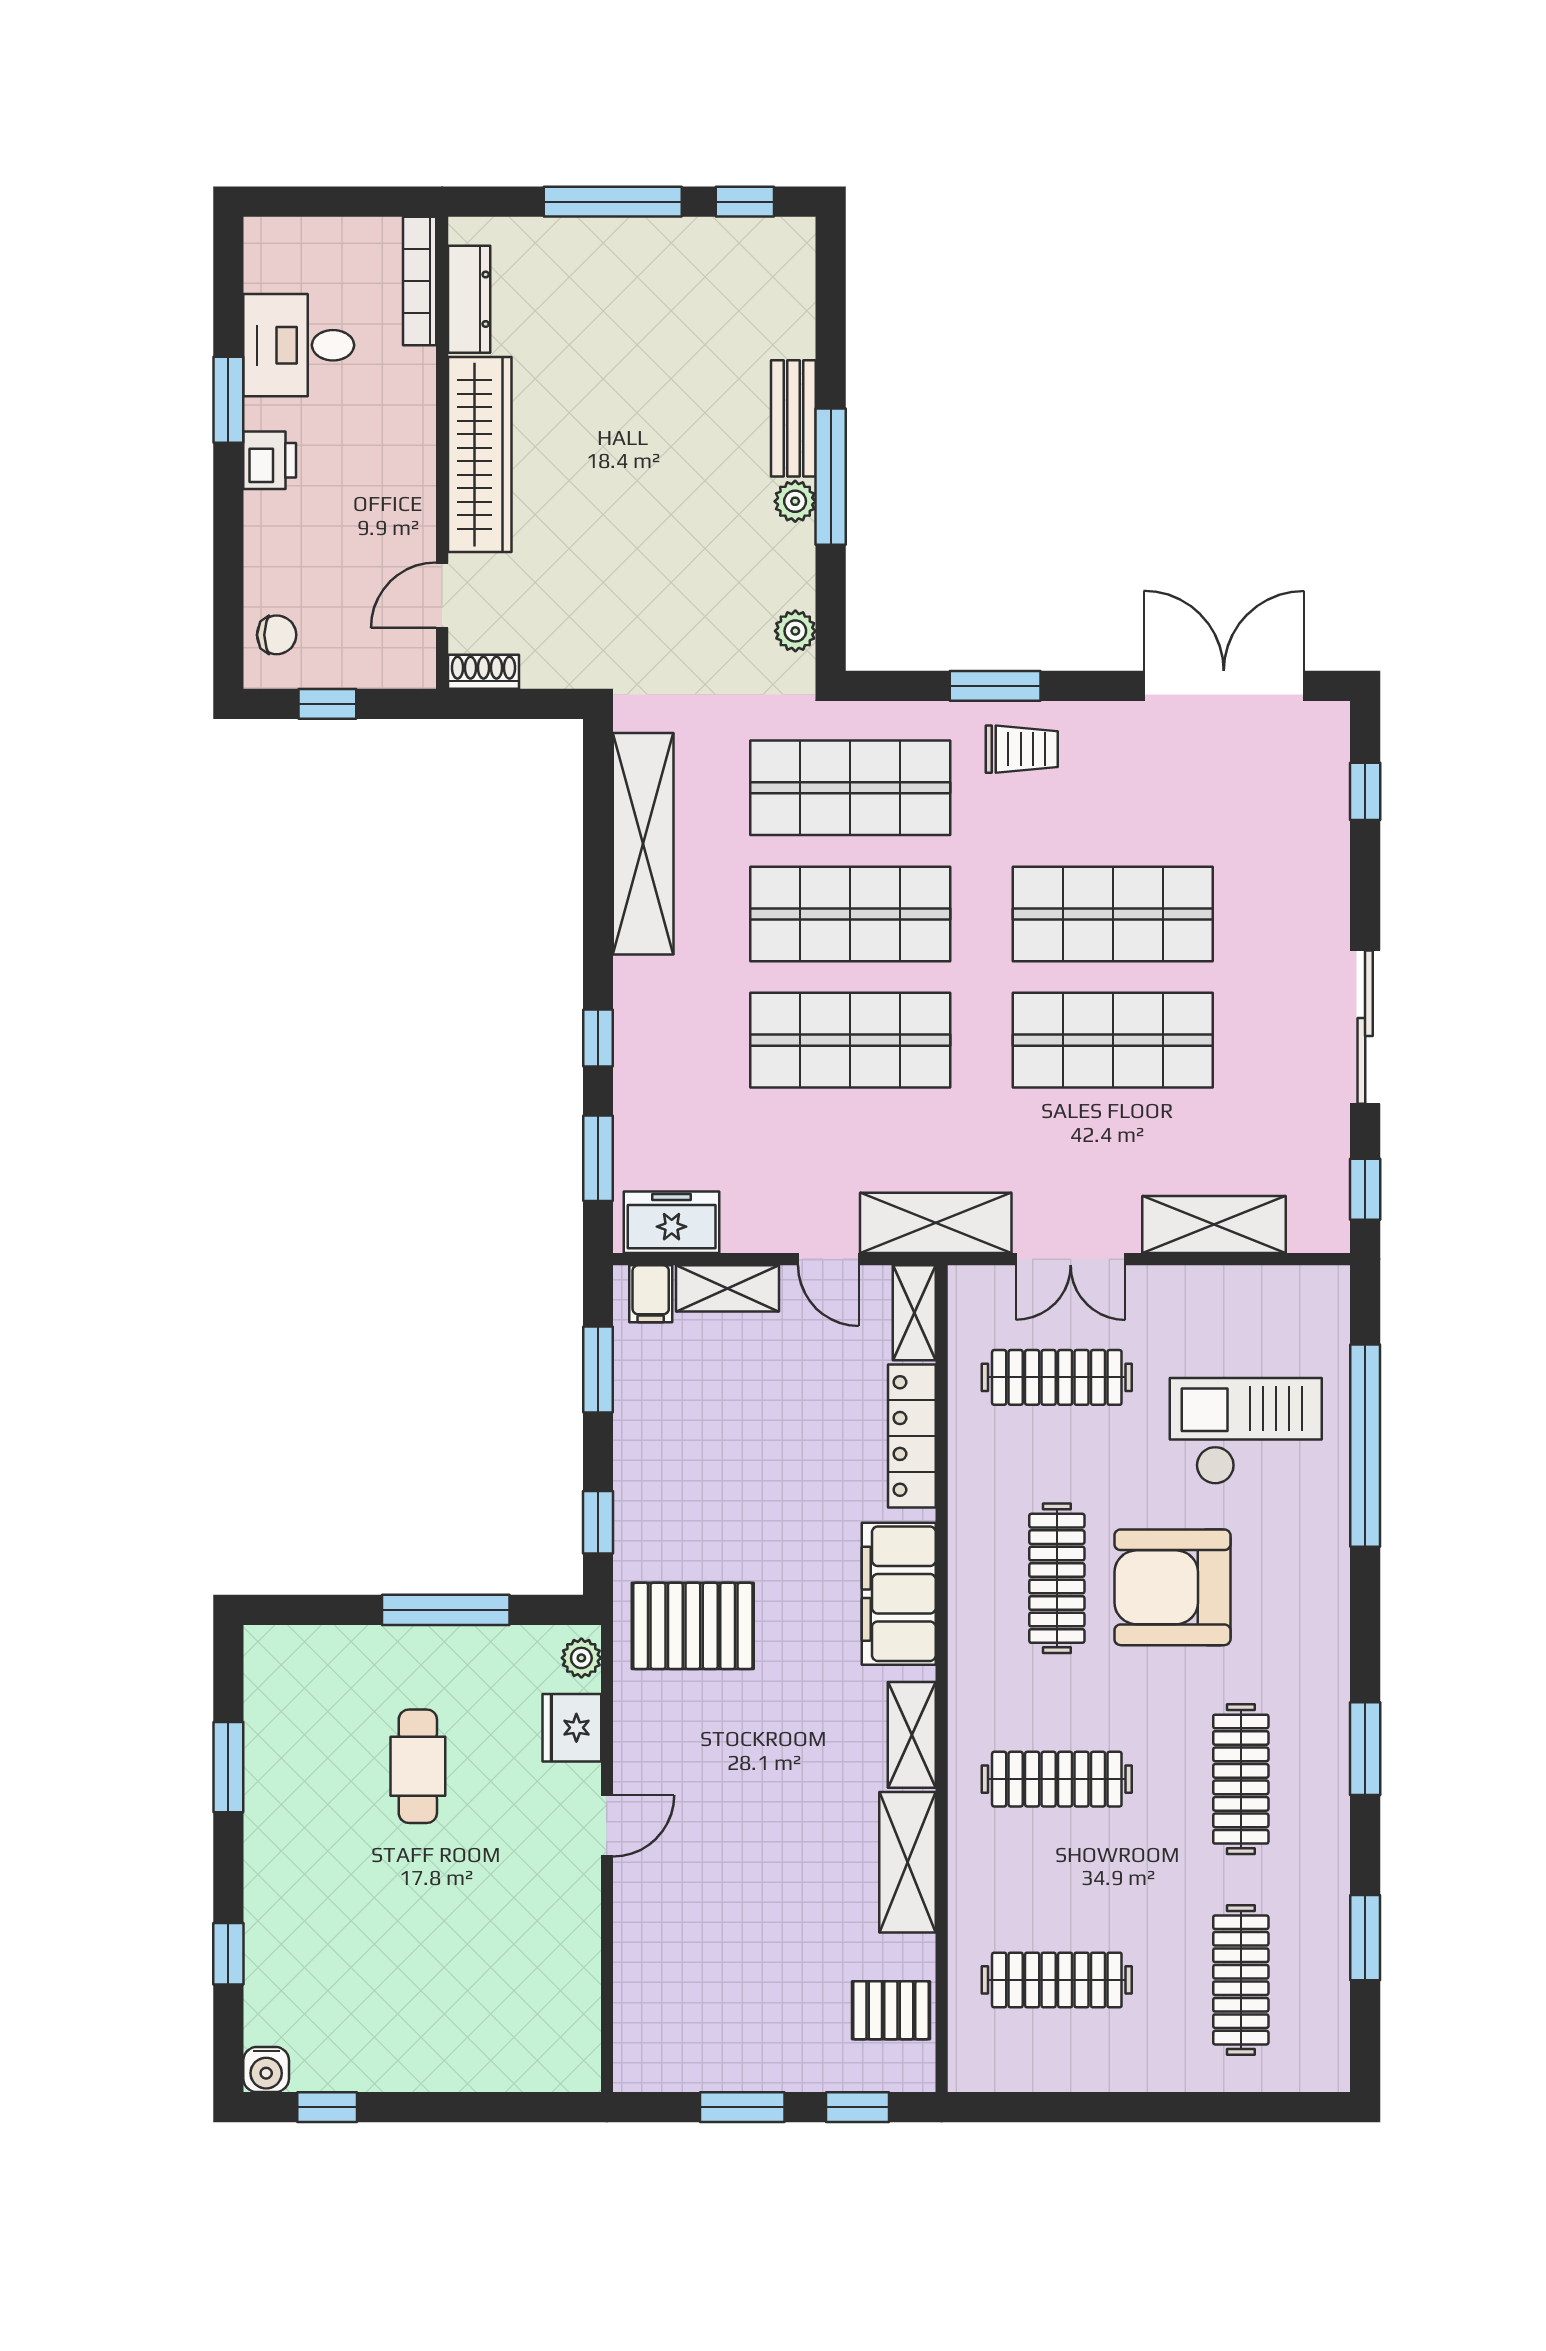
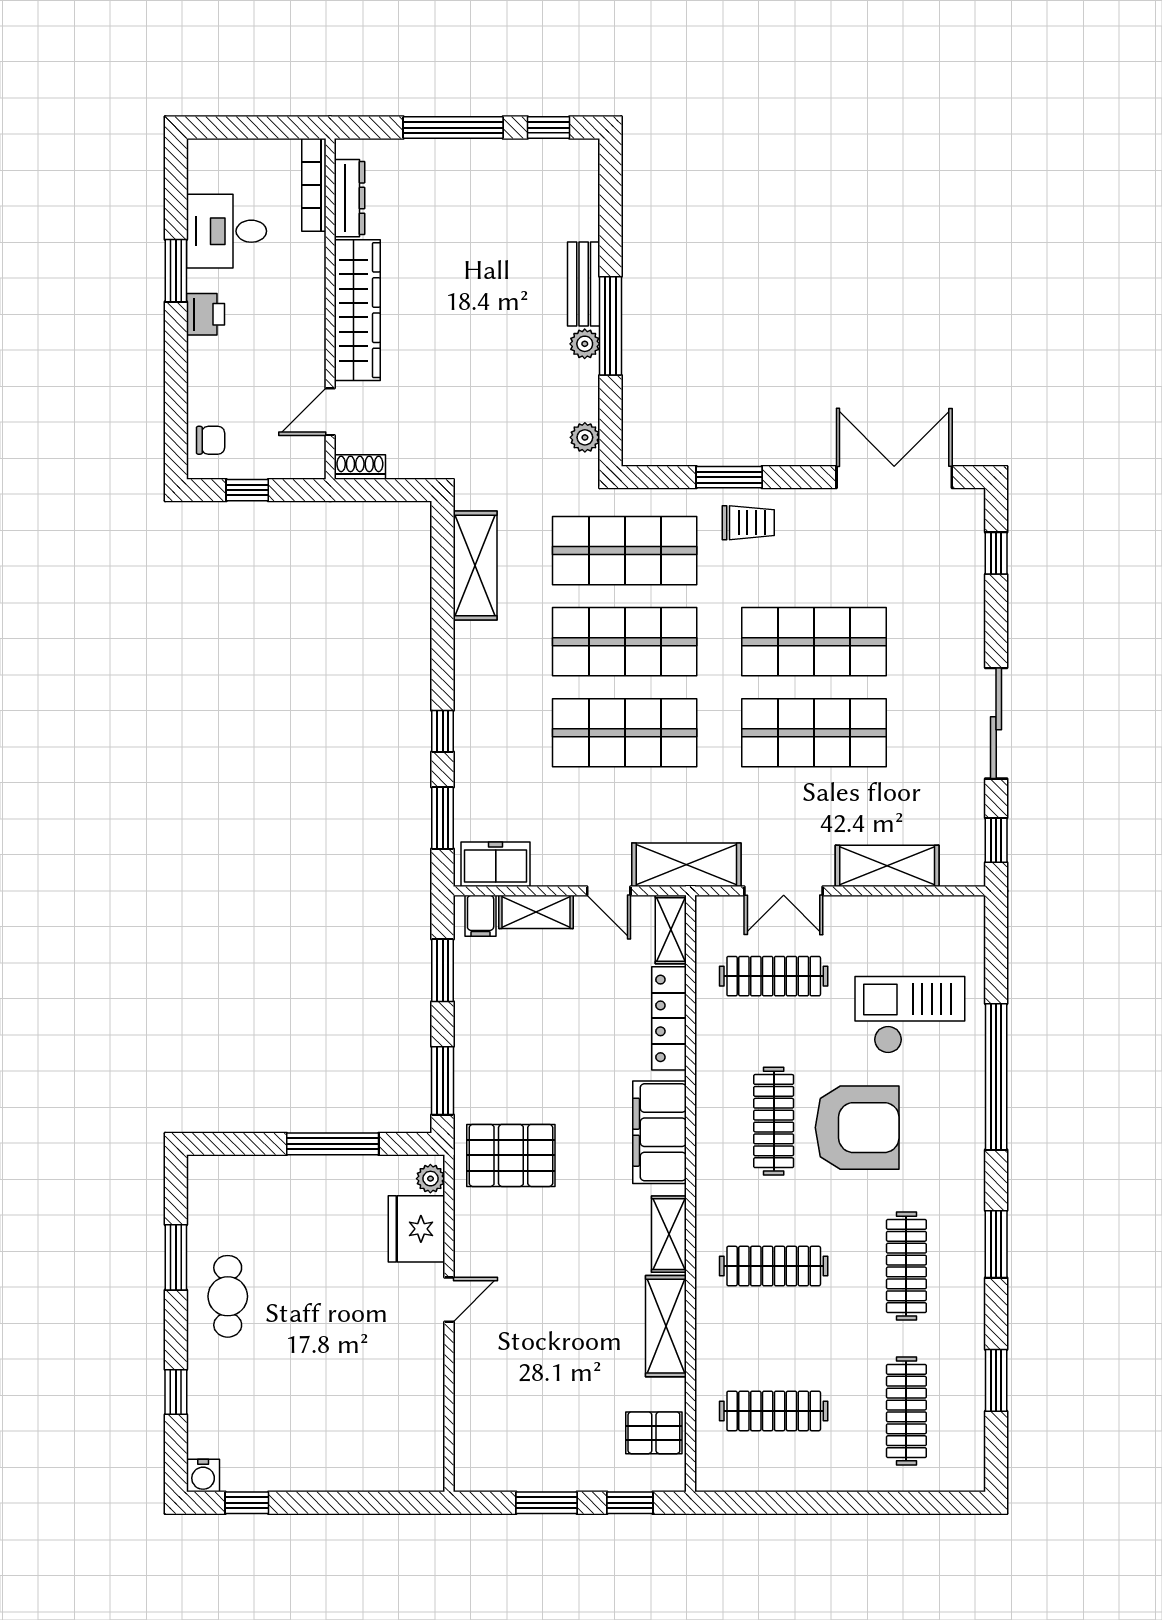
shelving: (643, 844) -> (475, 566), width x0.68
window: (1365, 1446) -> (996, 1077), moved
window: (598, 1522) -> (443, 1081), width x1.50
armchair: (1172, 1587) -> (857, 1128), turned 180
fridge: (572, 1728) -> (416, 1229), width x1.36, depth x1.34
cafe table: (418, 1766) -> (228, 1296), moved

